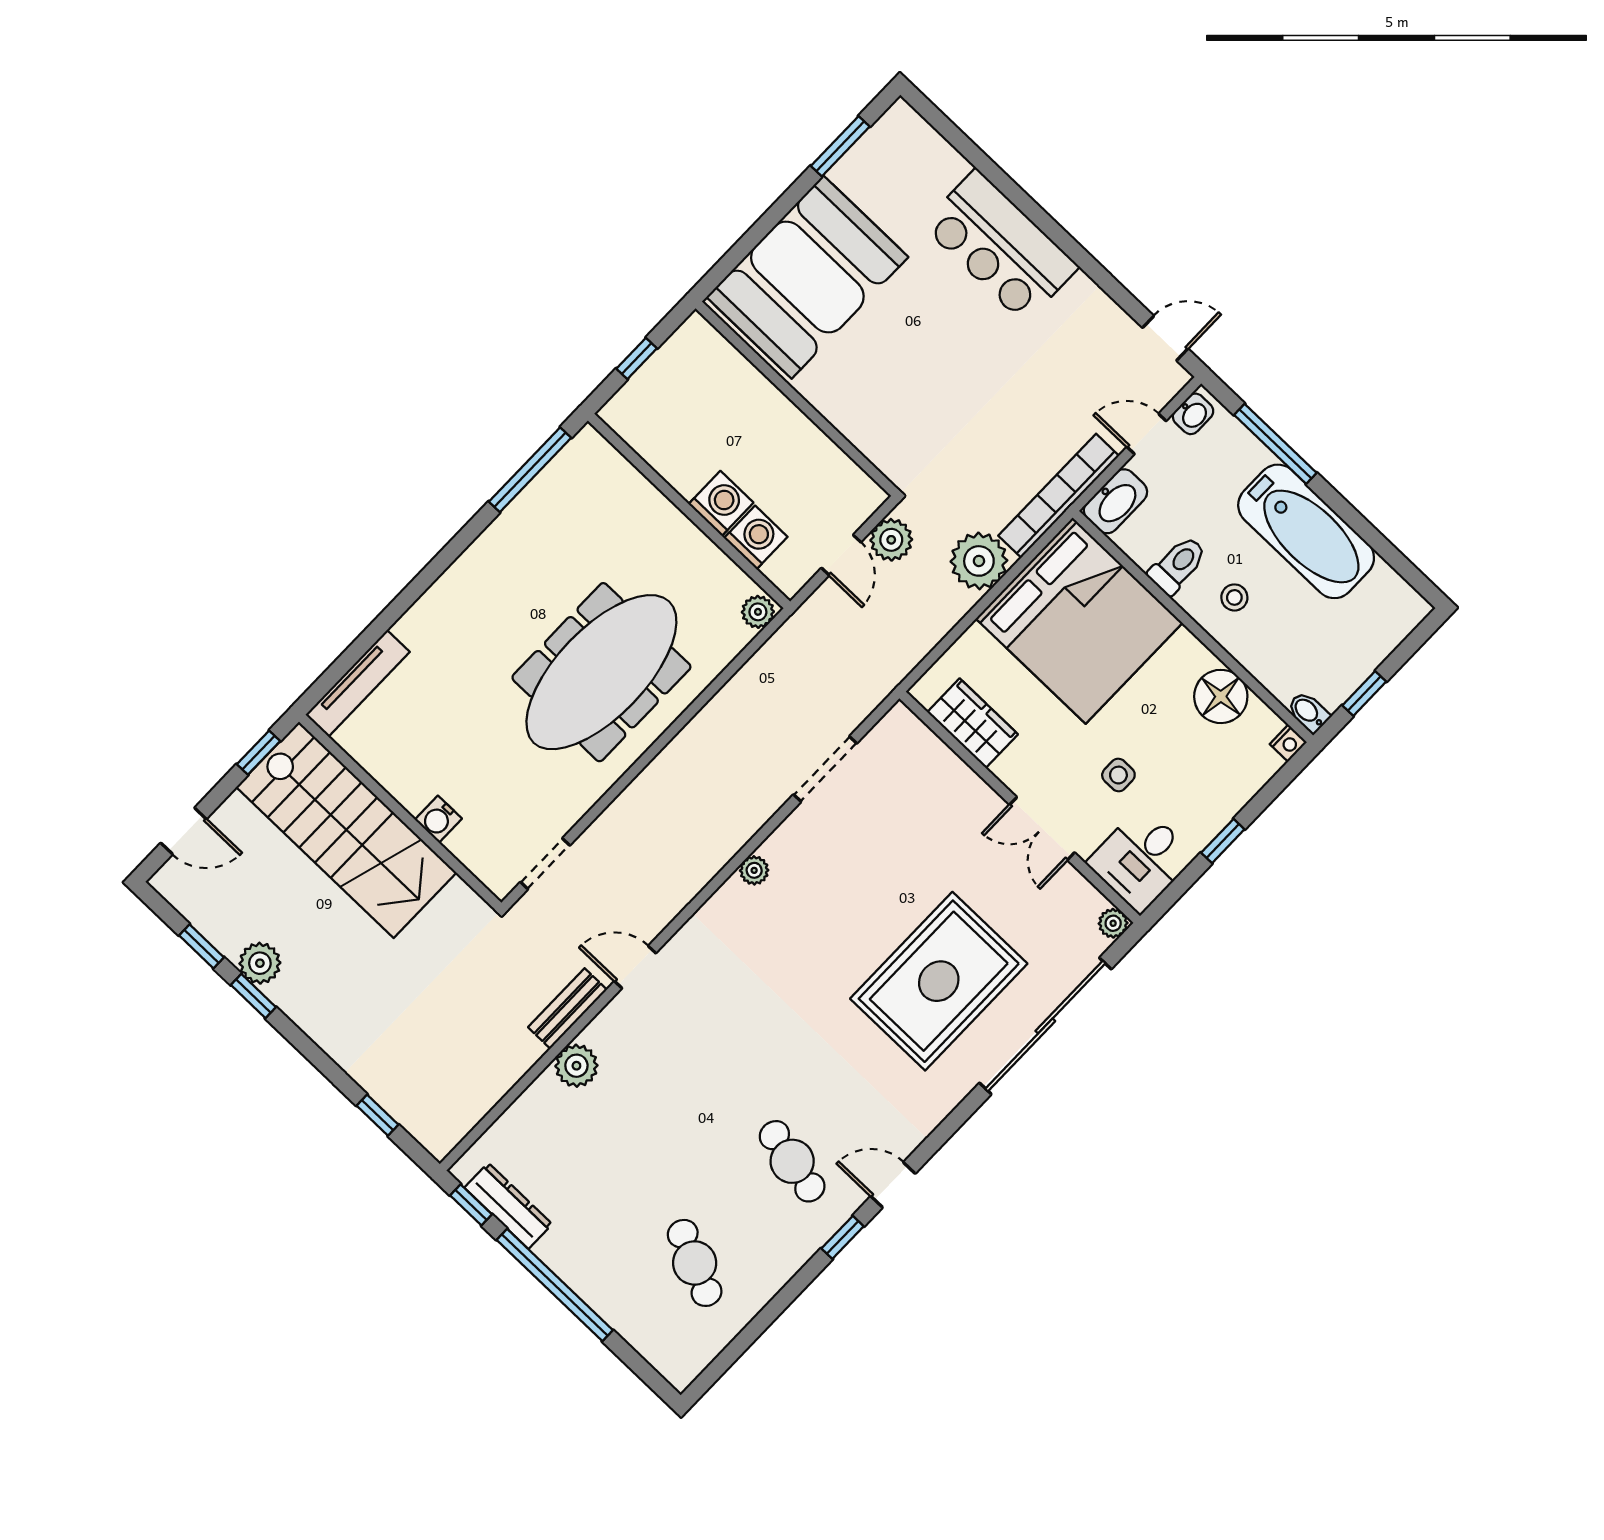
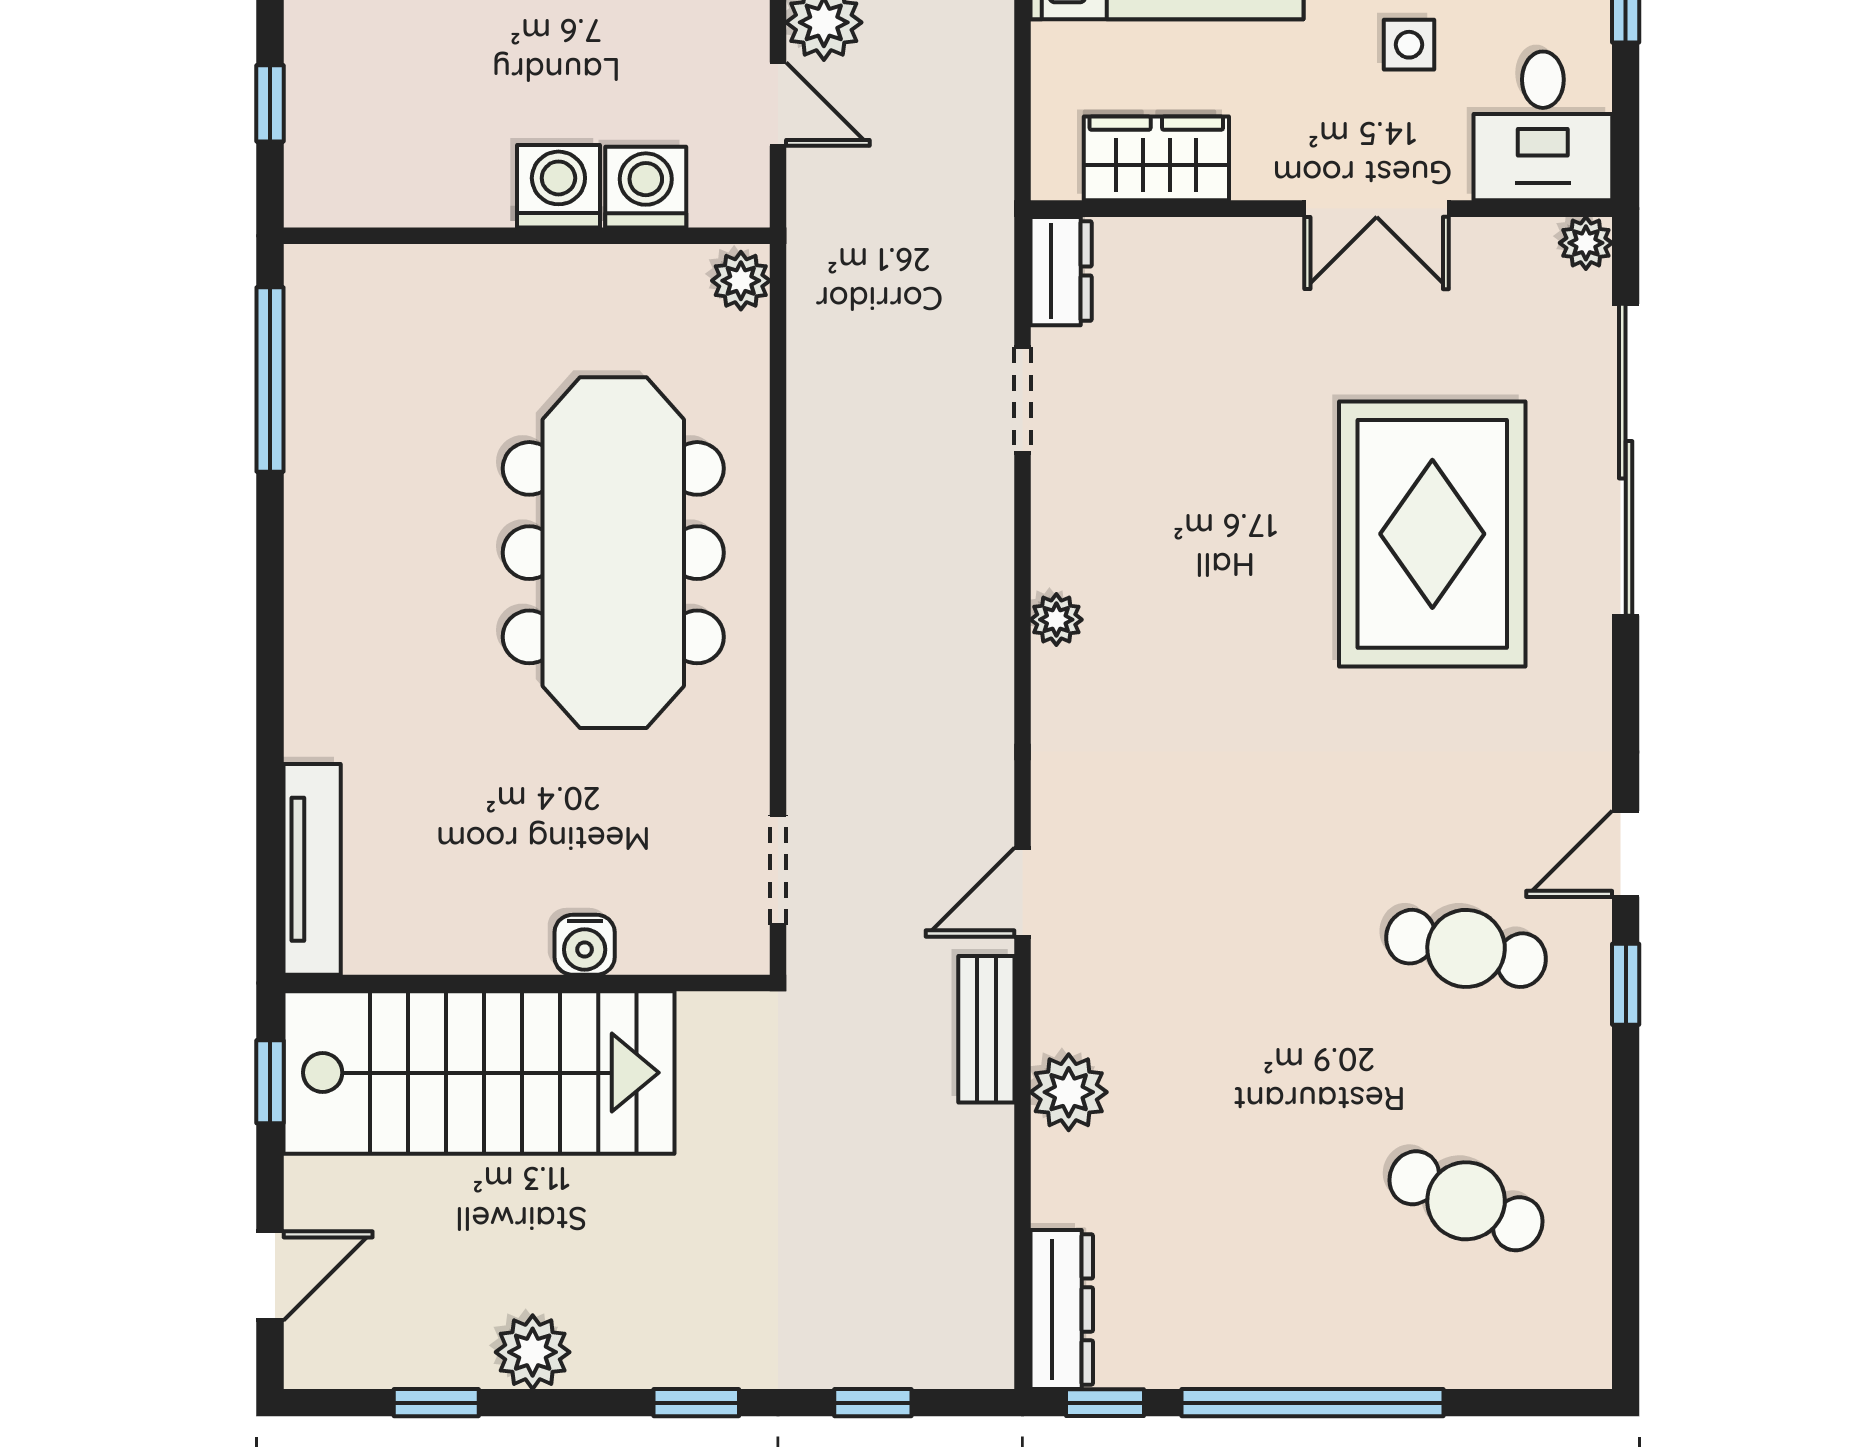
dresser: (891, 732) -> (1061, 271), added
doorway: (825, 769) -> (1022, 400), width x0.73
window: (253, 996) -> (696, 1403), moved
dresser: (508, 1206) -> (1062, 1309), moved, turned 90

